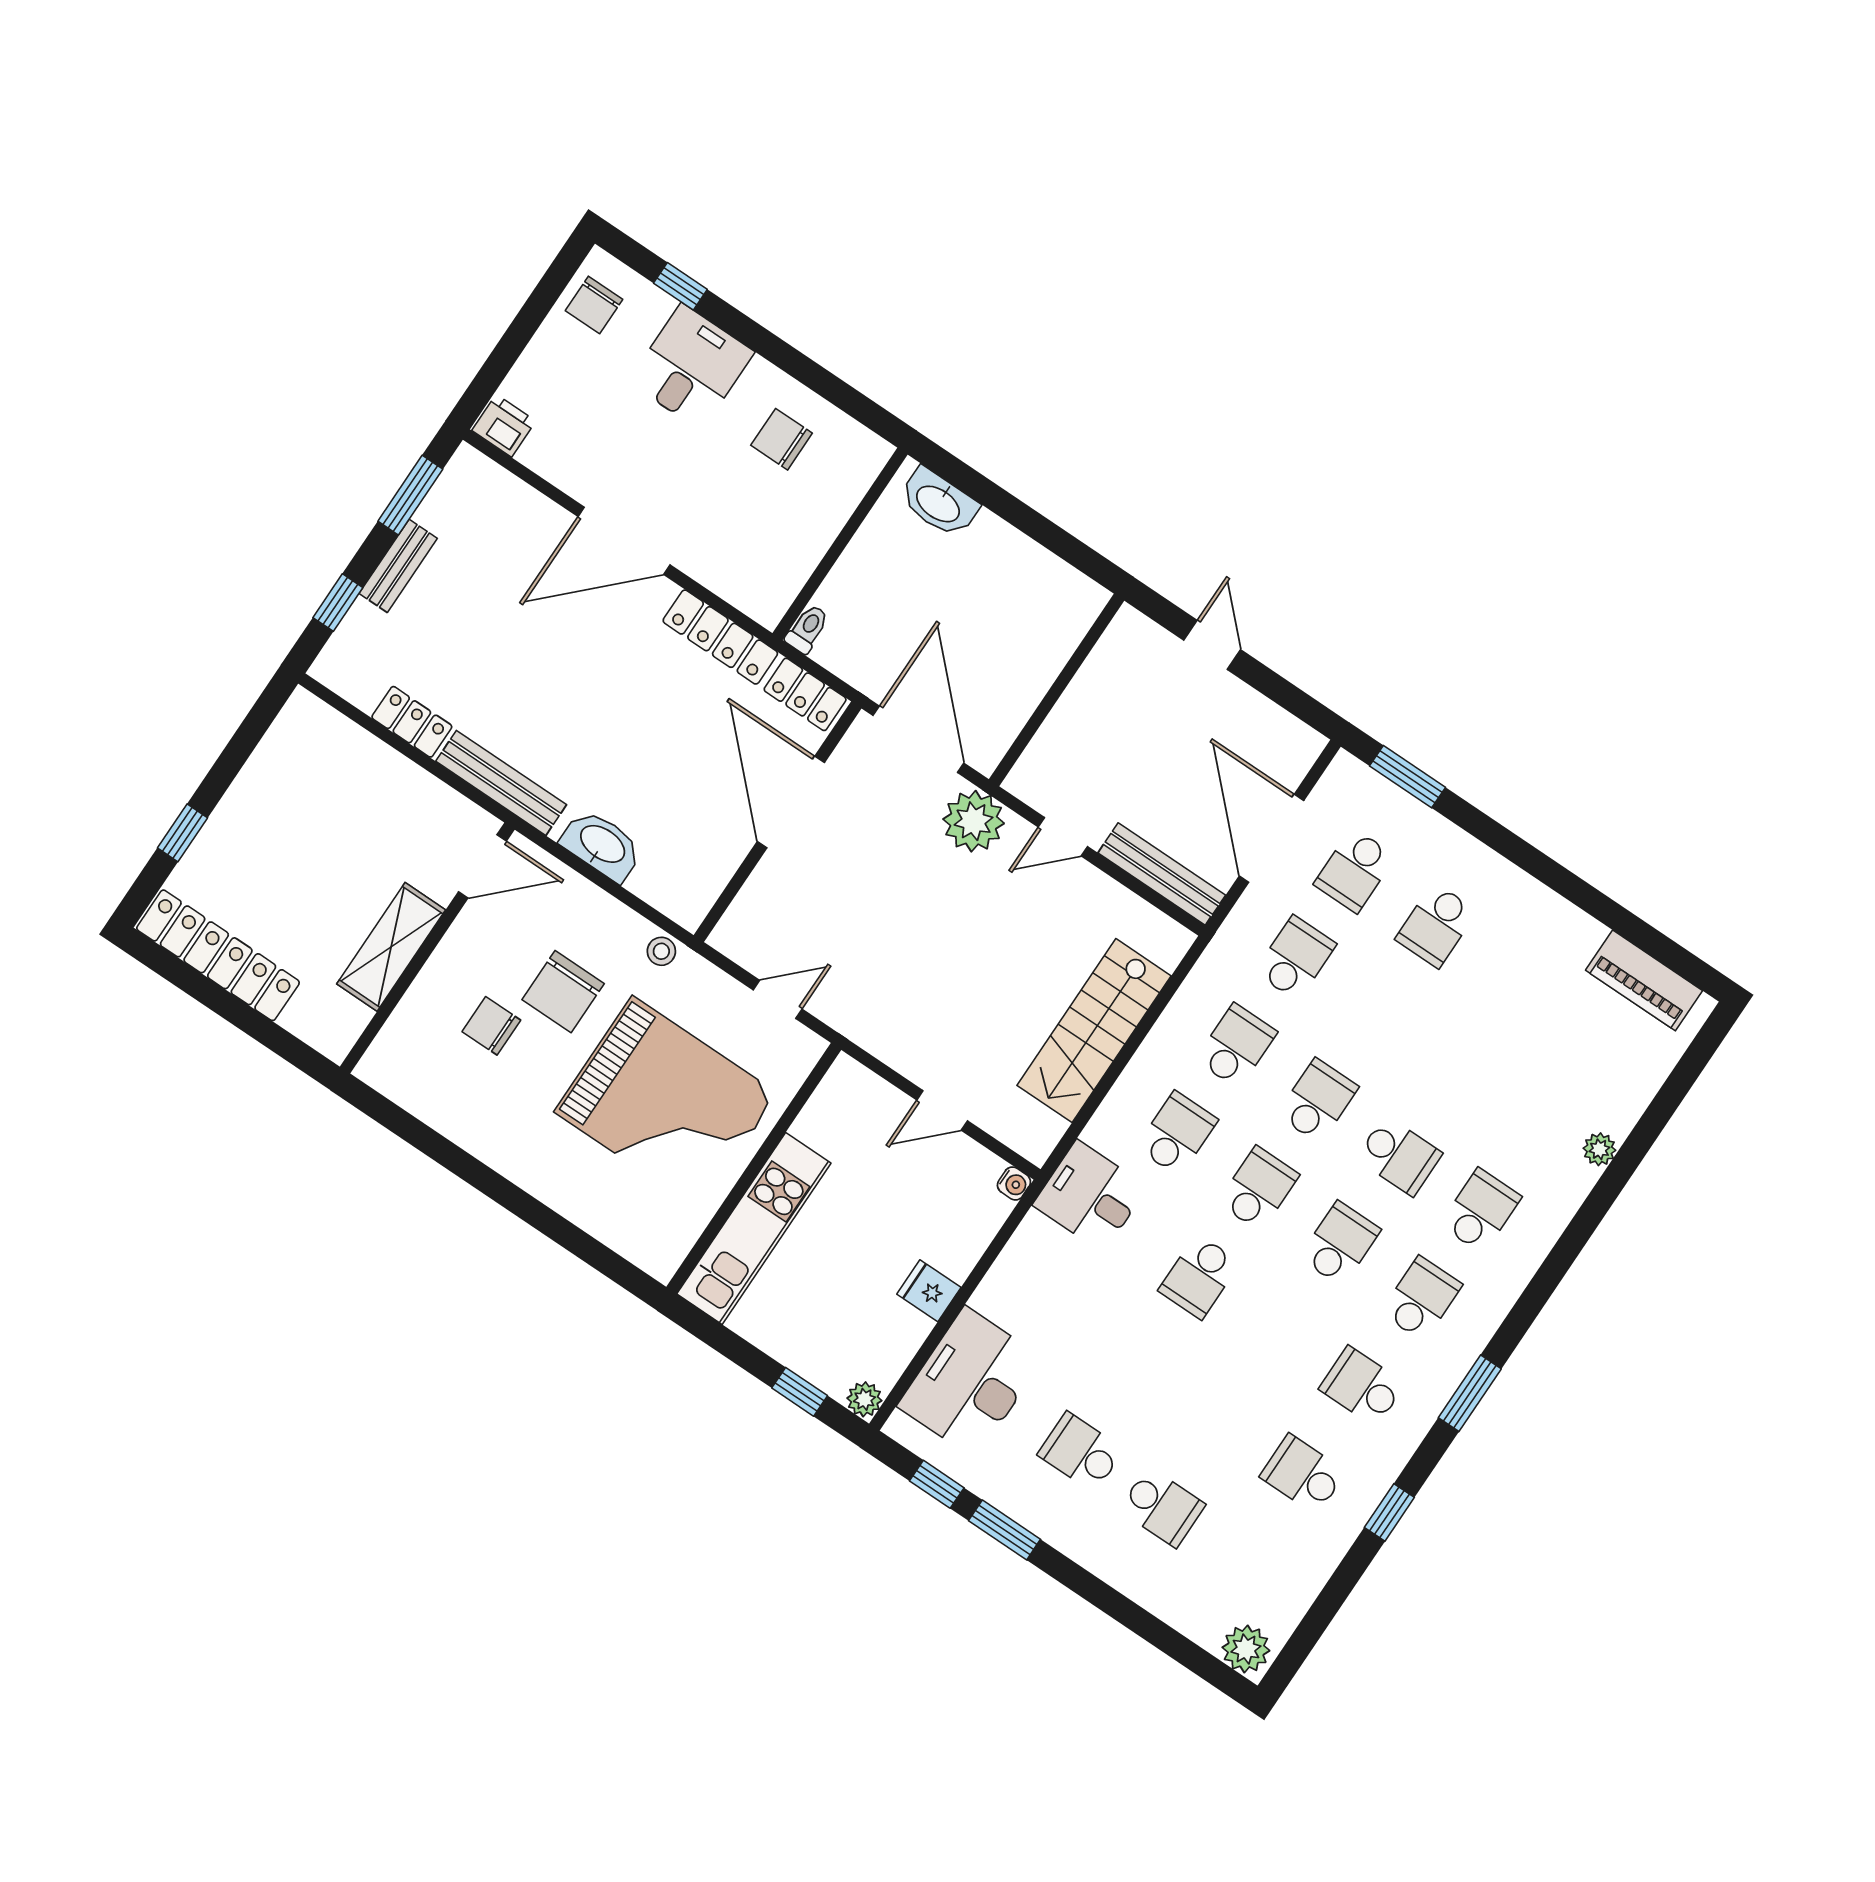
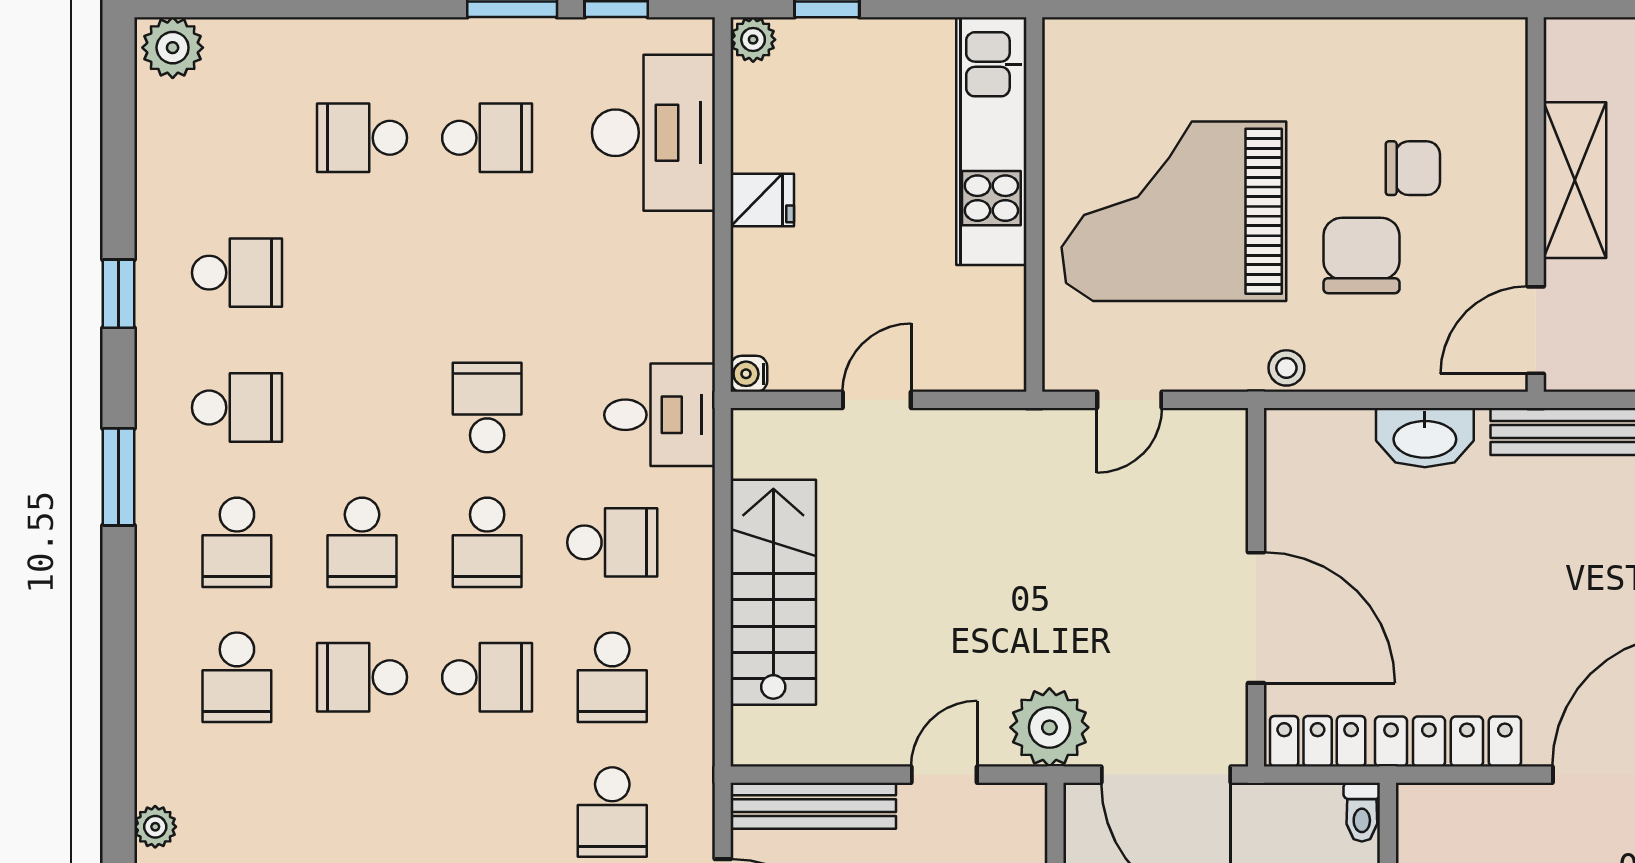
school desk: (1318, 1101) -> (487, 677), turned -90
school desk: (1177, 1134) -> (612, 542), turned -90

